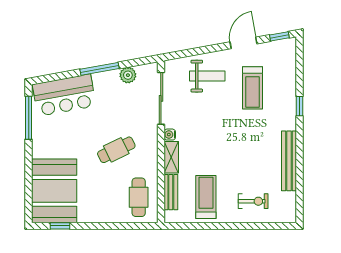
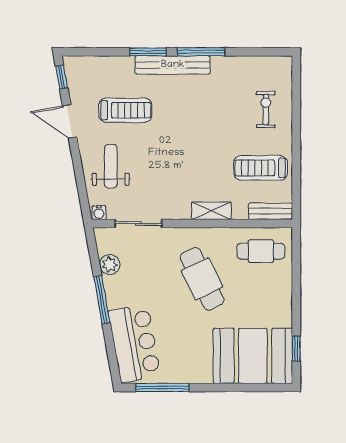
sliding door: (161, 98) -> (138, 224), width x0.73
window: (300, 106) -> (148, 52), width x1.50
water cooler: (170, 135) -> (99, 213), moved
window: (300, 149) -> (201, 52), added
cafe table: (116, 150) -> (202, 279), width x1.37, depth x1.35
bench: (289, 161) -> (173, 65), moved
bench: (171, 192) -> (271, 211), moved

